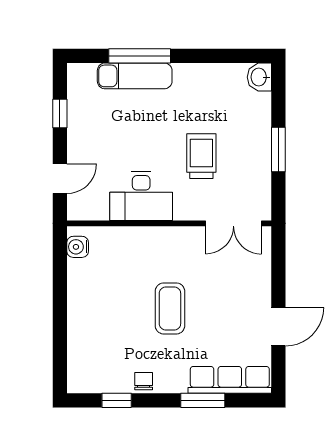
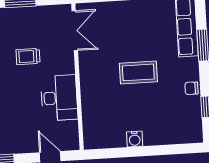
trolley: (201, 156) -> (28, 57), width x0.73, depth x0.72
water cooler: (78, 247) -> (135, 139), moved

